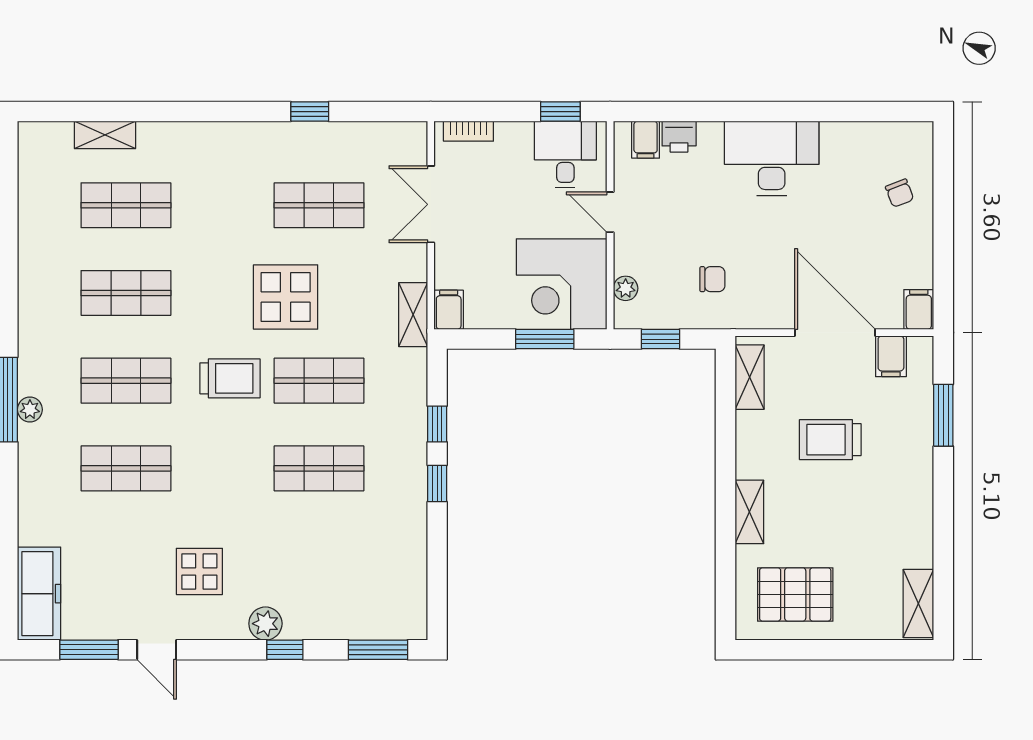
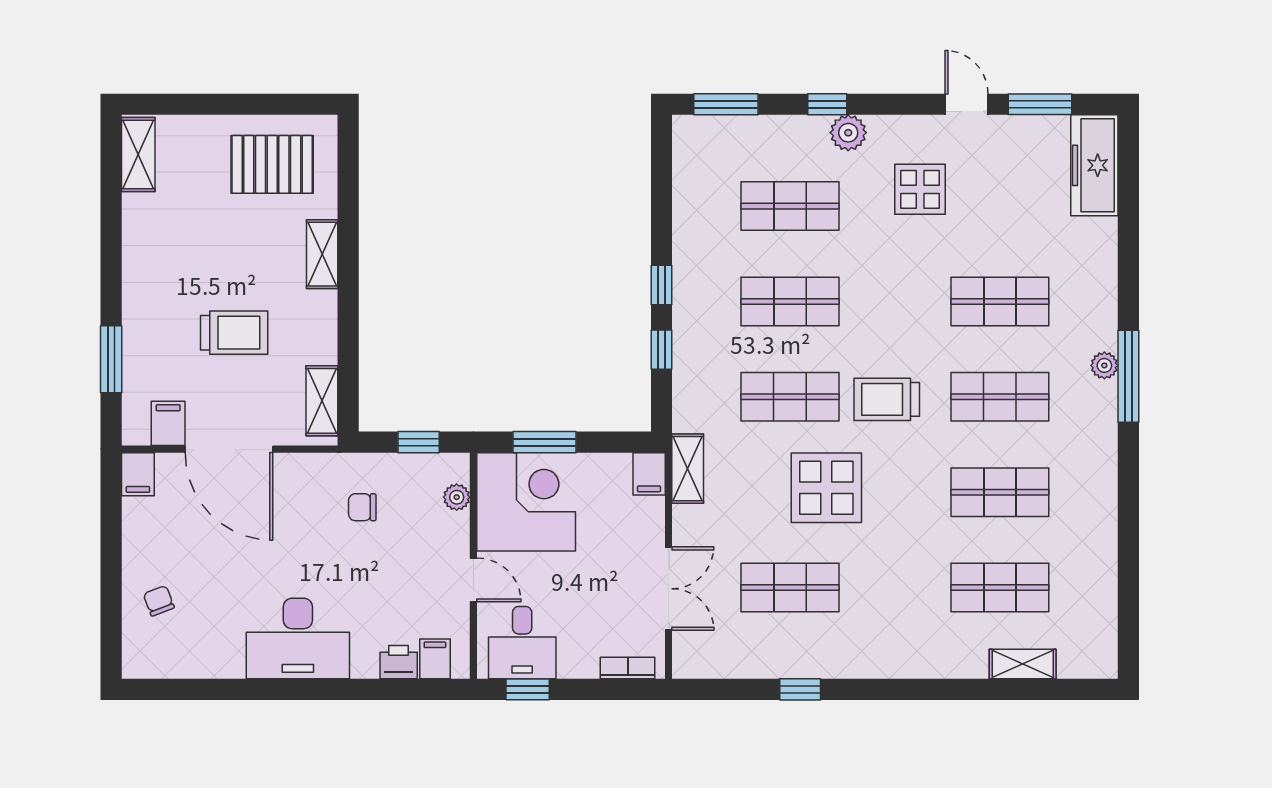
shop shelf: (319, 556) -> (790, 206), added

